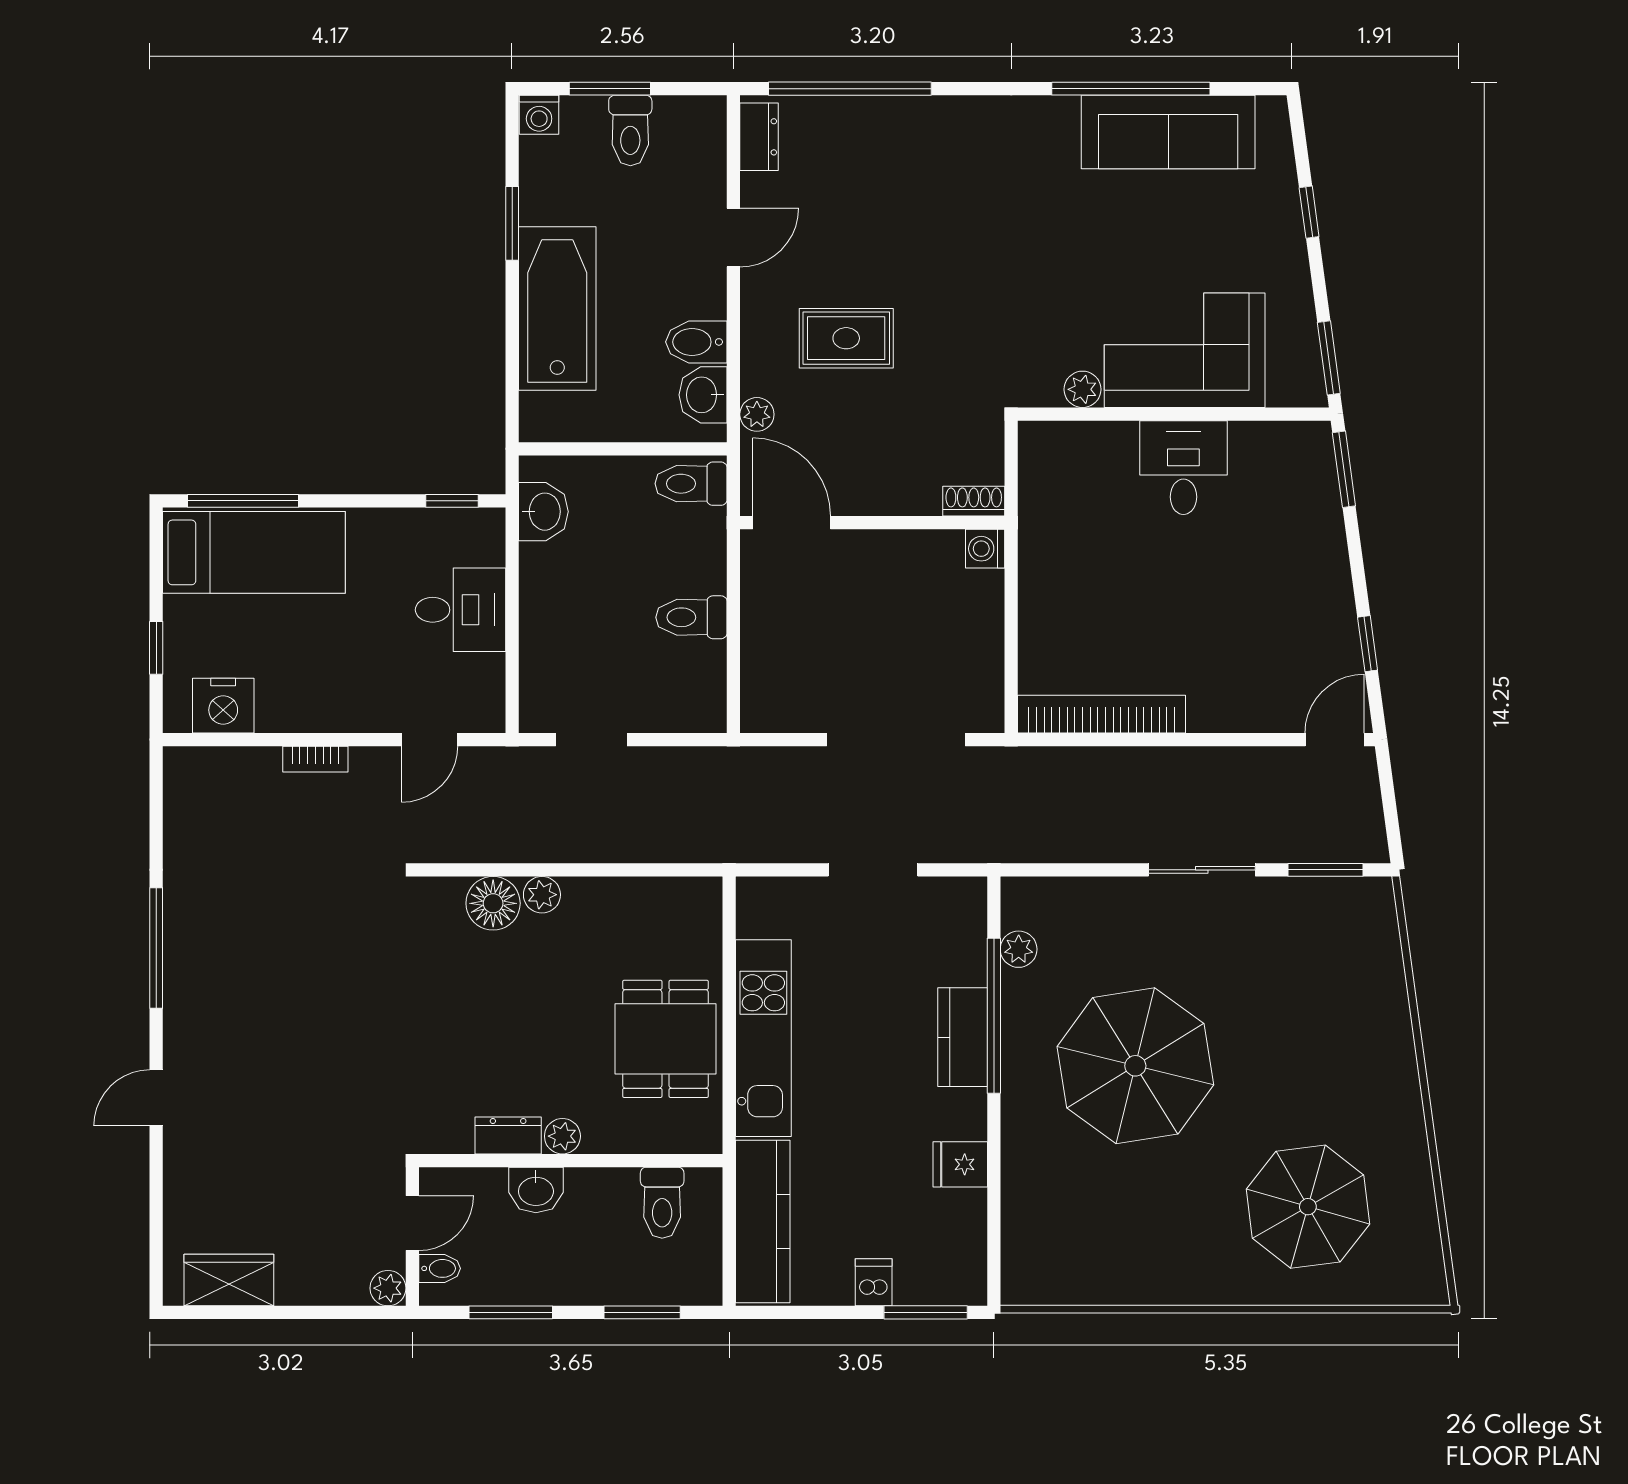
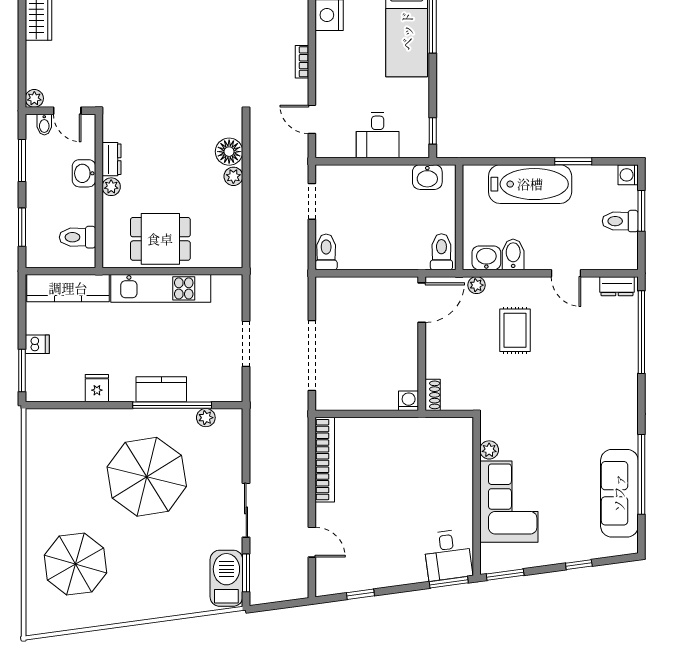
desk: (1183, 468) -> (448, 555), moved, turned 82
toilet: (691, 617) -> (326, 252), moved
door: (1335, 740) -> (312, 542), moved
barbecue: (1336, 908) -> (226, 578), added

